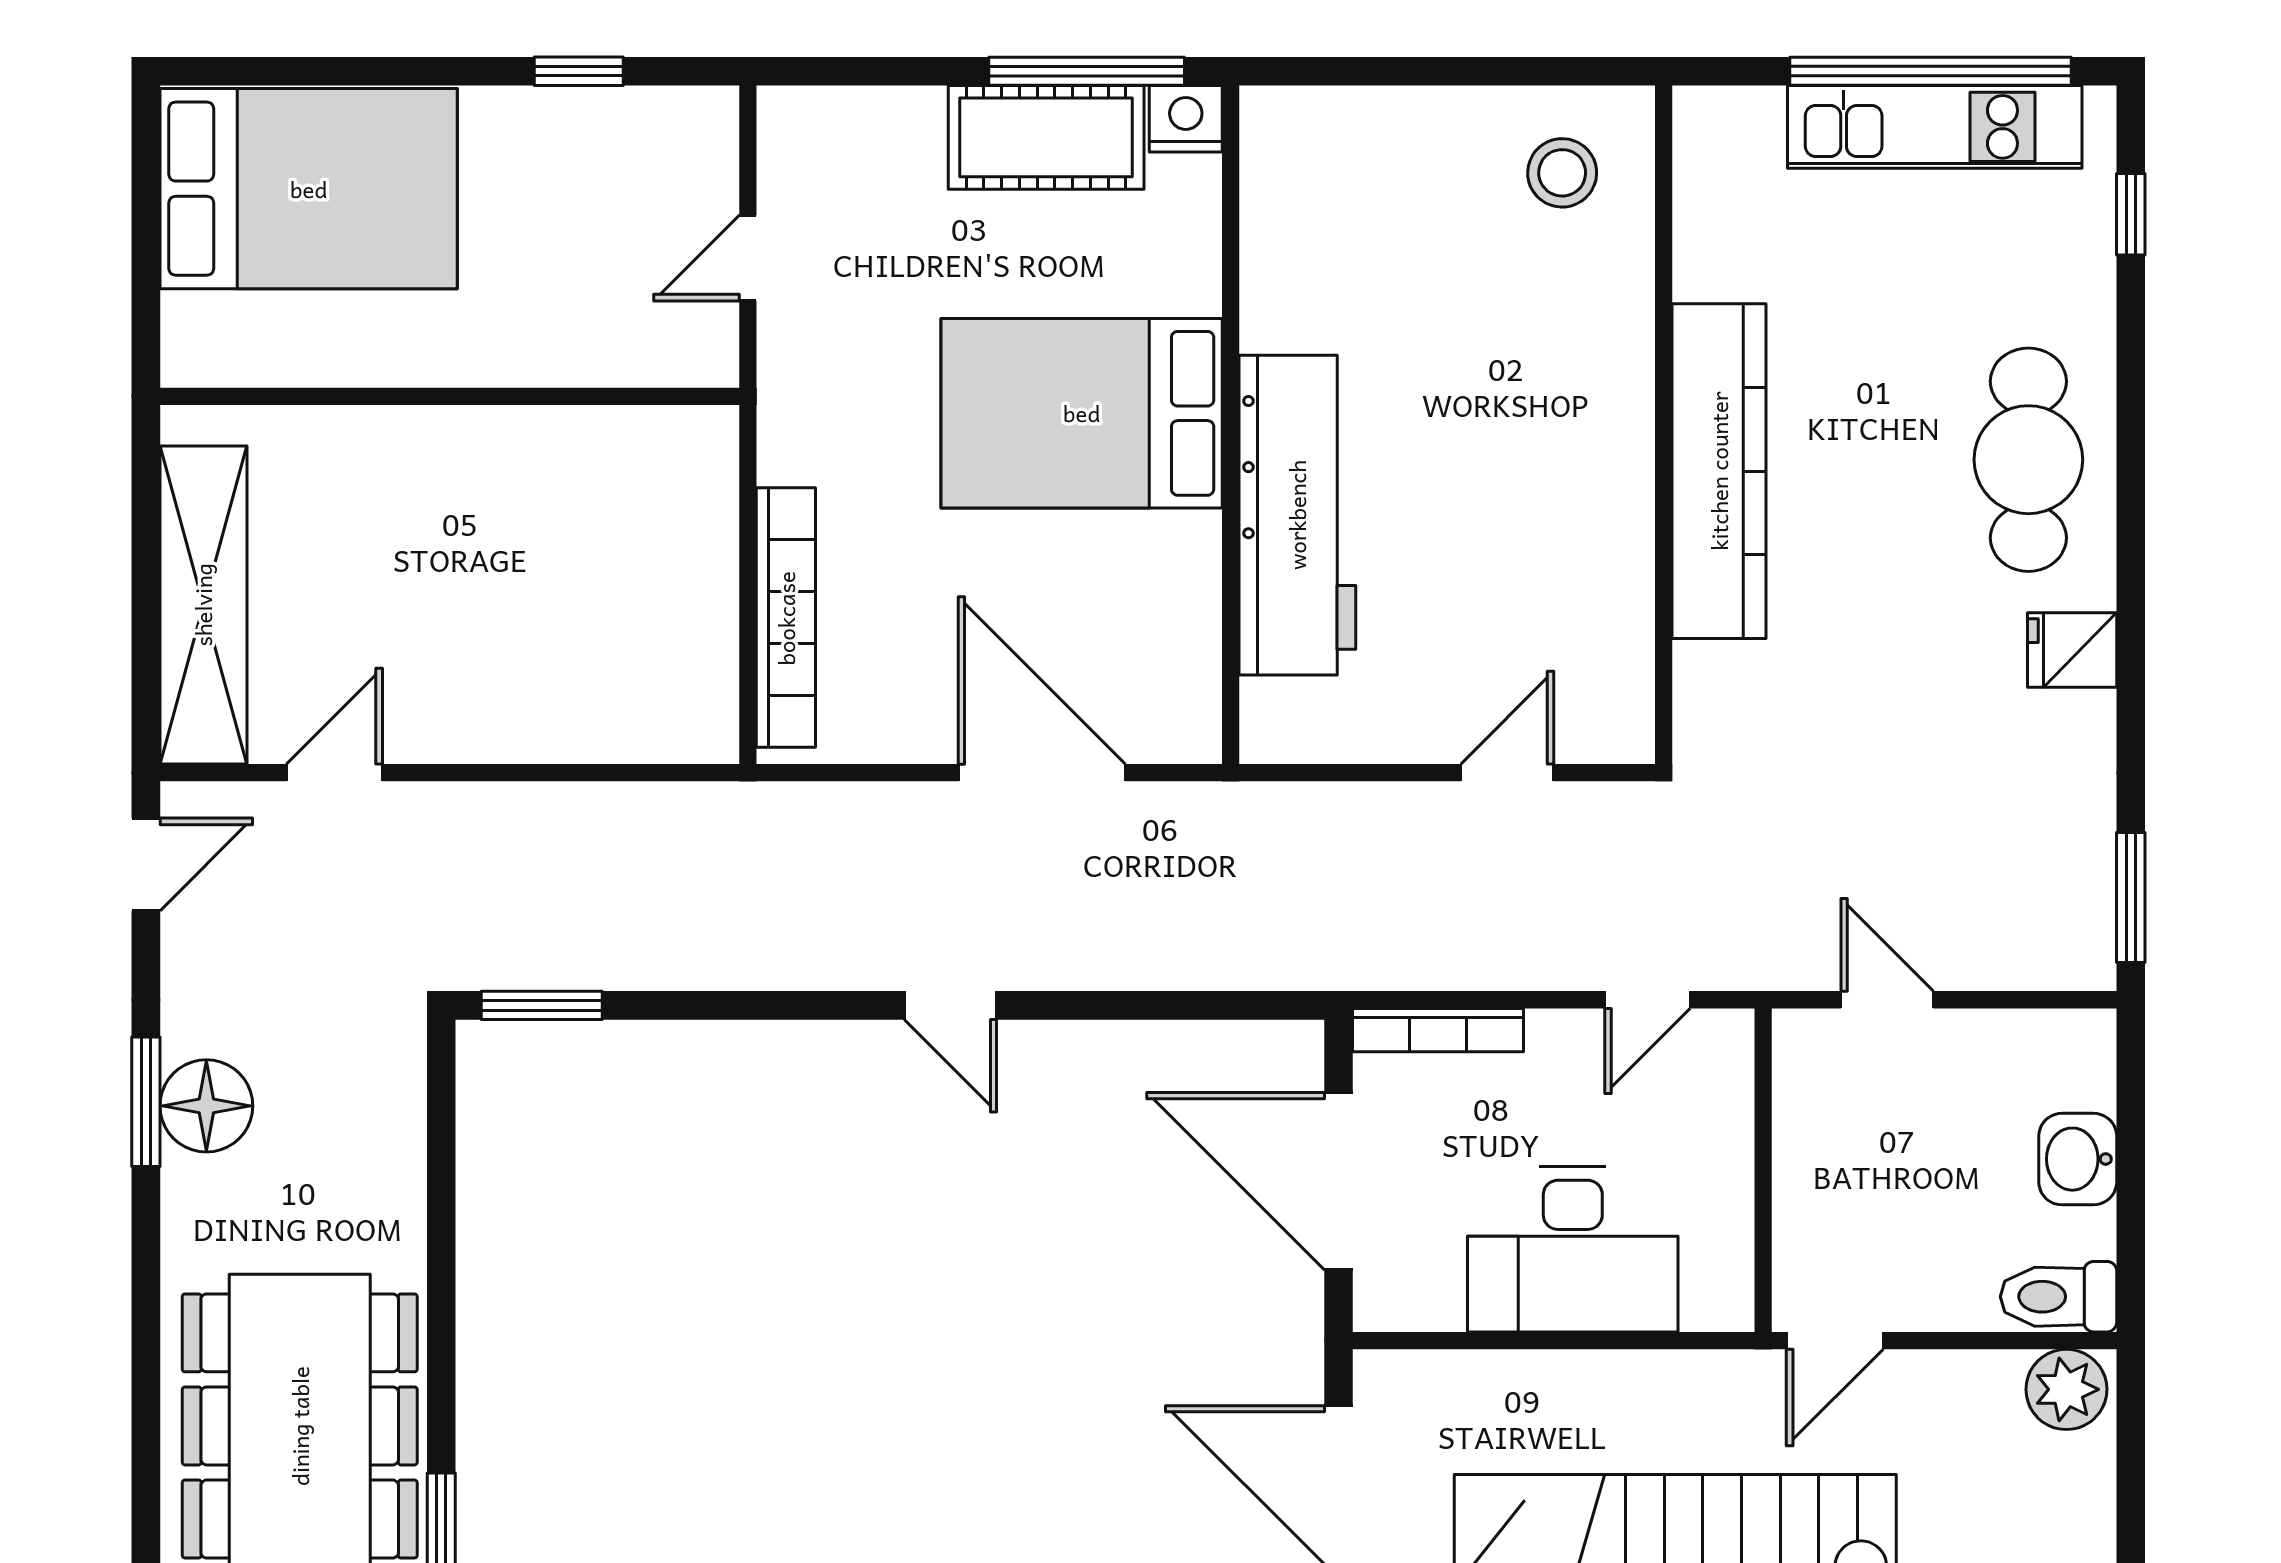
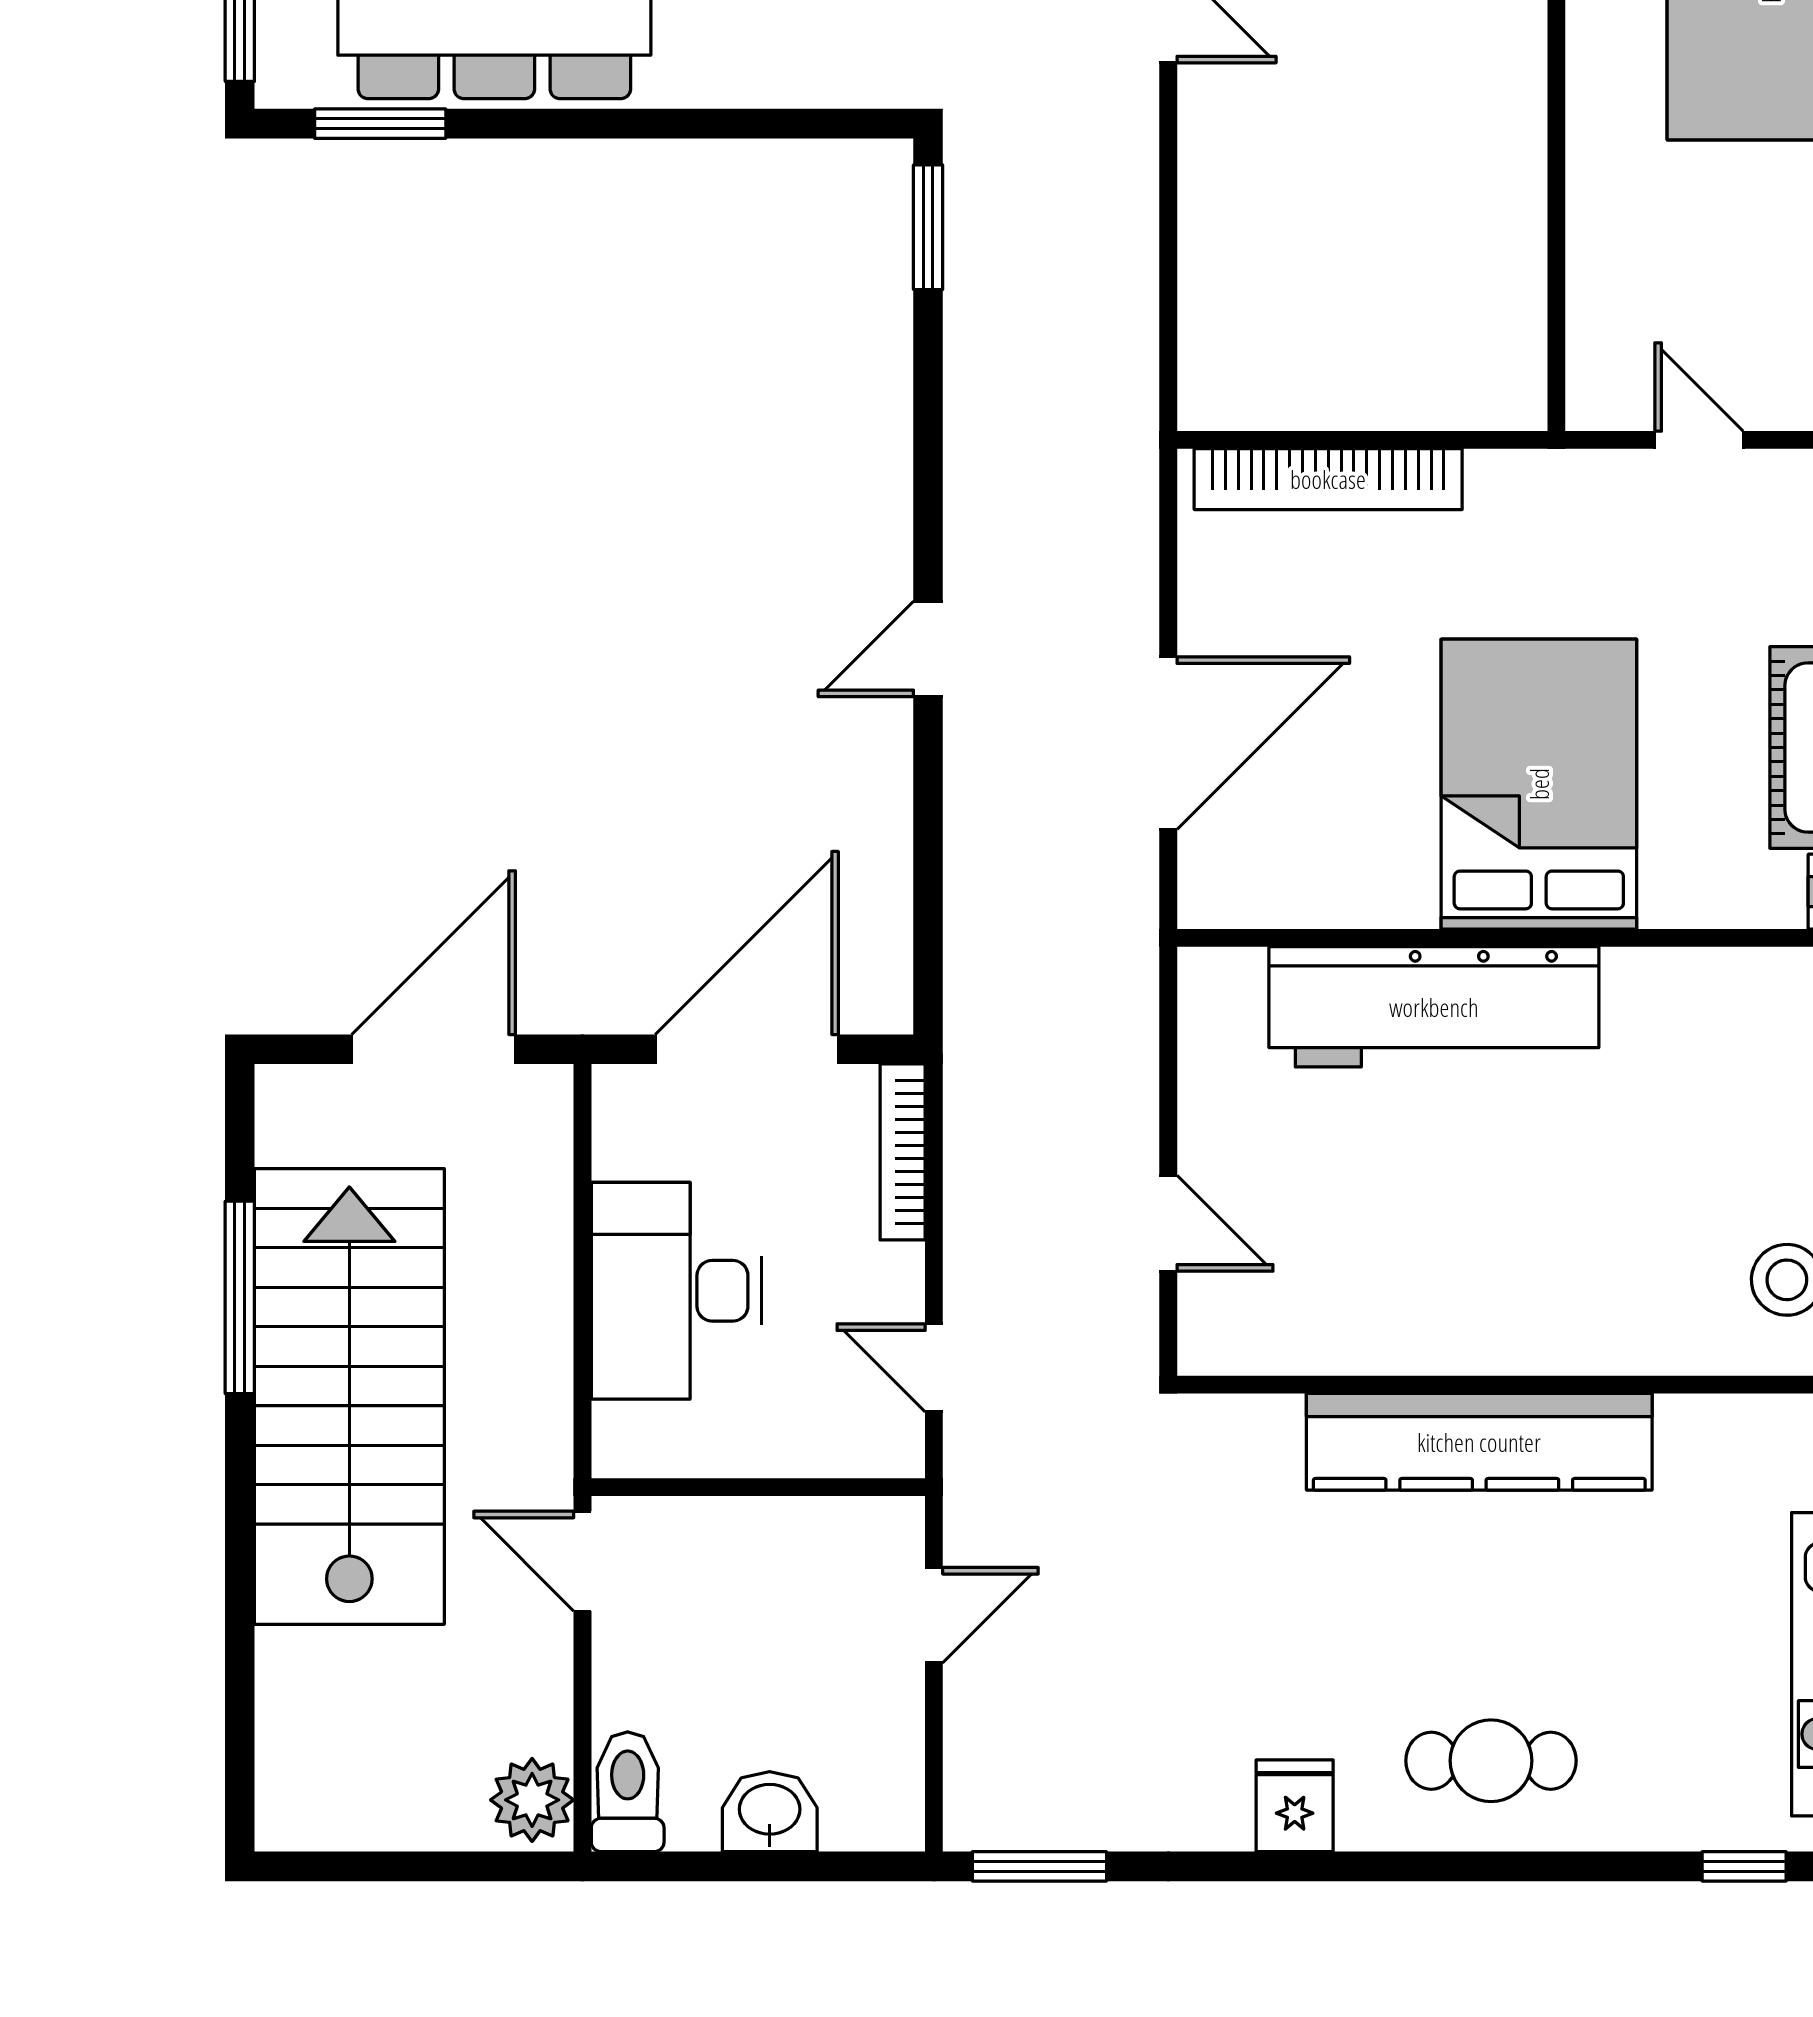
cafe table: (2028, 460) -> (1491, 1761), width x0.73, depth x0.74

